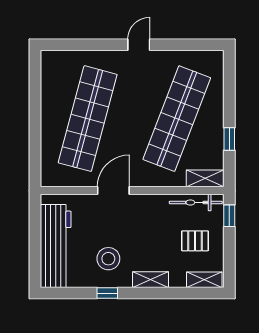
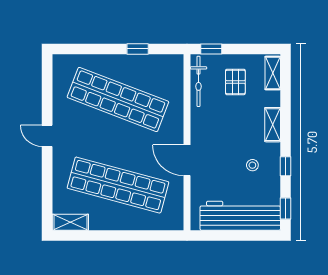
shelving: (205, 178) -> (70, 222), moved, turned 90
stool: (108, 259) -> (252, 165), width x0.53, depth x0.53
window: (63, 293) -> (285, 209), added

